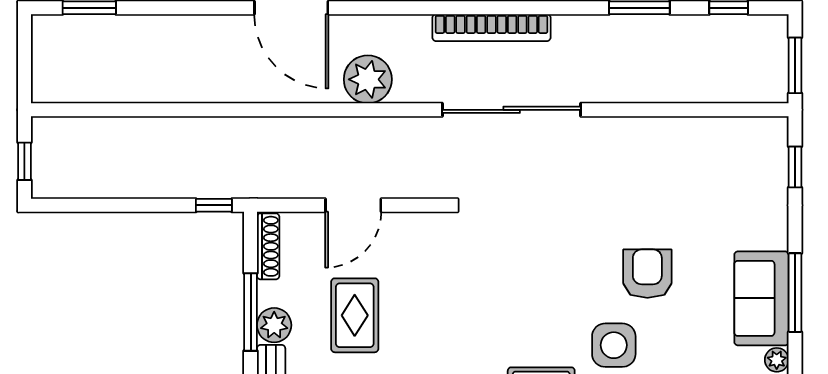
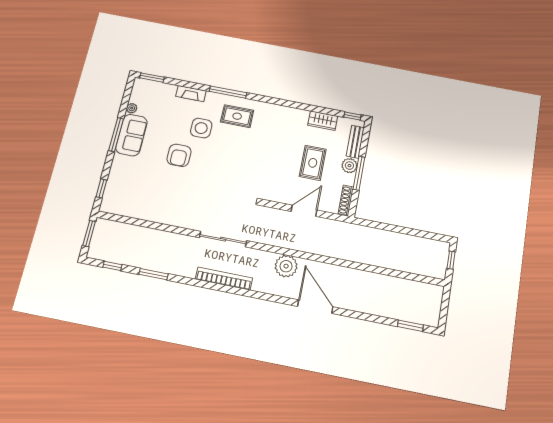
sliding door: (512, 110) -> (223, 239), width x0.73
window: (214, 205) -> (367, 223), removed

